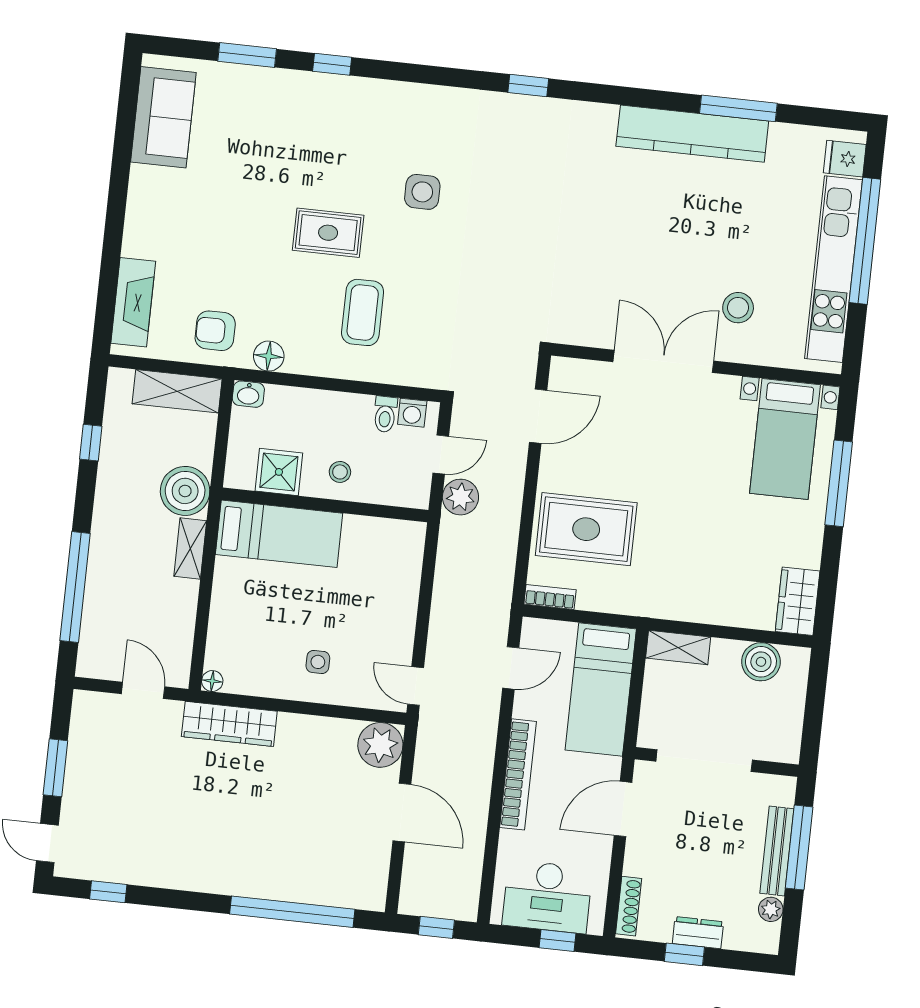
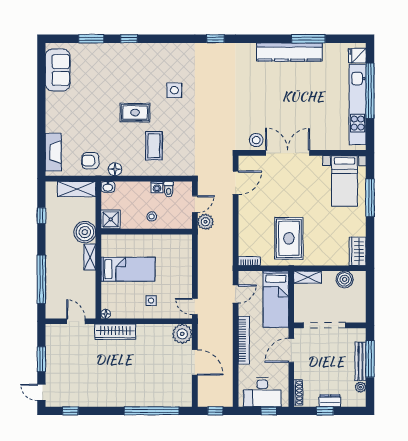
stool: (738, 308) -> (256, 140), moved
washing machine: (412, 413) -> (157, 187), moved
shower: (279, 472) -> (111, 219), moved
rug: (586, 529) -> (289, 238), moved, turned 90
bed: (279, 534) -> (128, 269), moved

